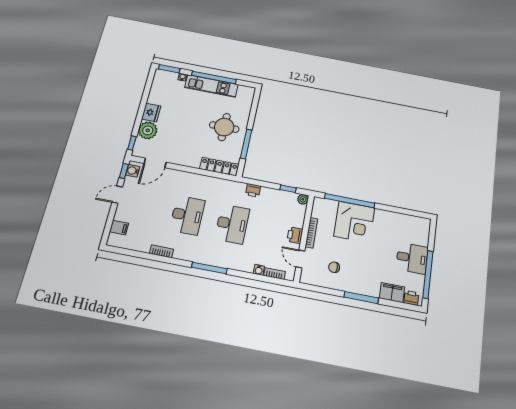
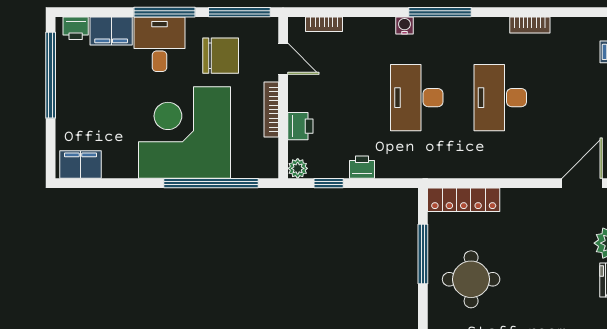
printer: (253, 190) -> (362, 167), moved
corner desk: (354, 222) -> (184, 132), width x1.36, depth x1.36
filing cabinet: (417, 224) -> (80, 165), added
printer: (295, 235) -> (300, 126), moved
desk: (412, 258) -> (159, 44), moved, turned 90
chair: (334, 267) -> (221, 56), width x1.87, depth x1.87
water cooler: (259, 270) -> (404, 25), moved
window: (320, 289) -> (239, 12), added

